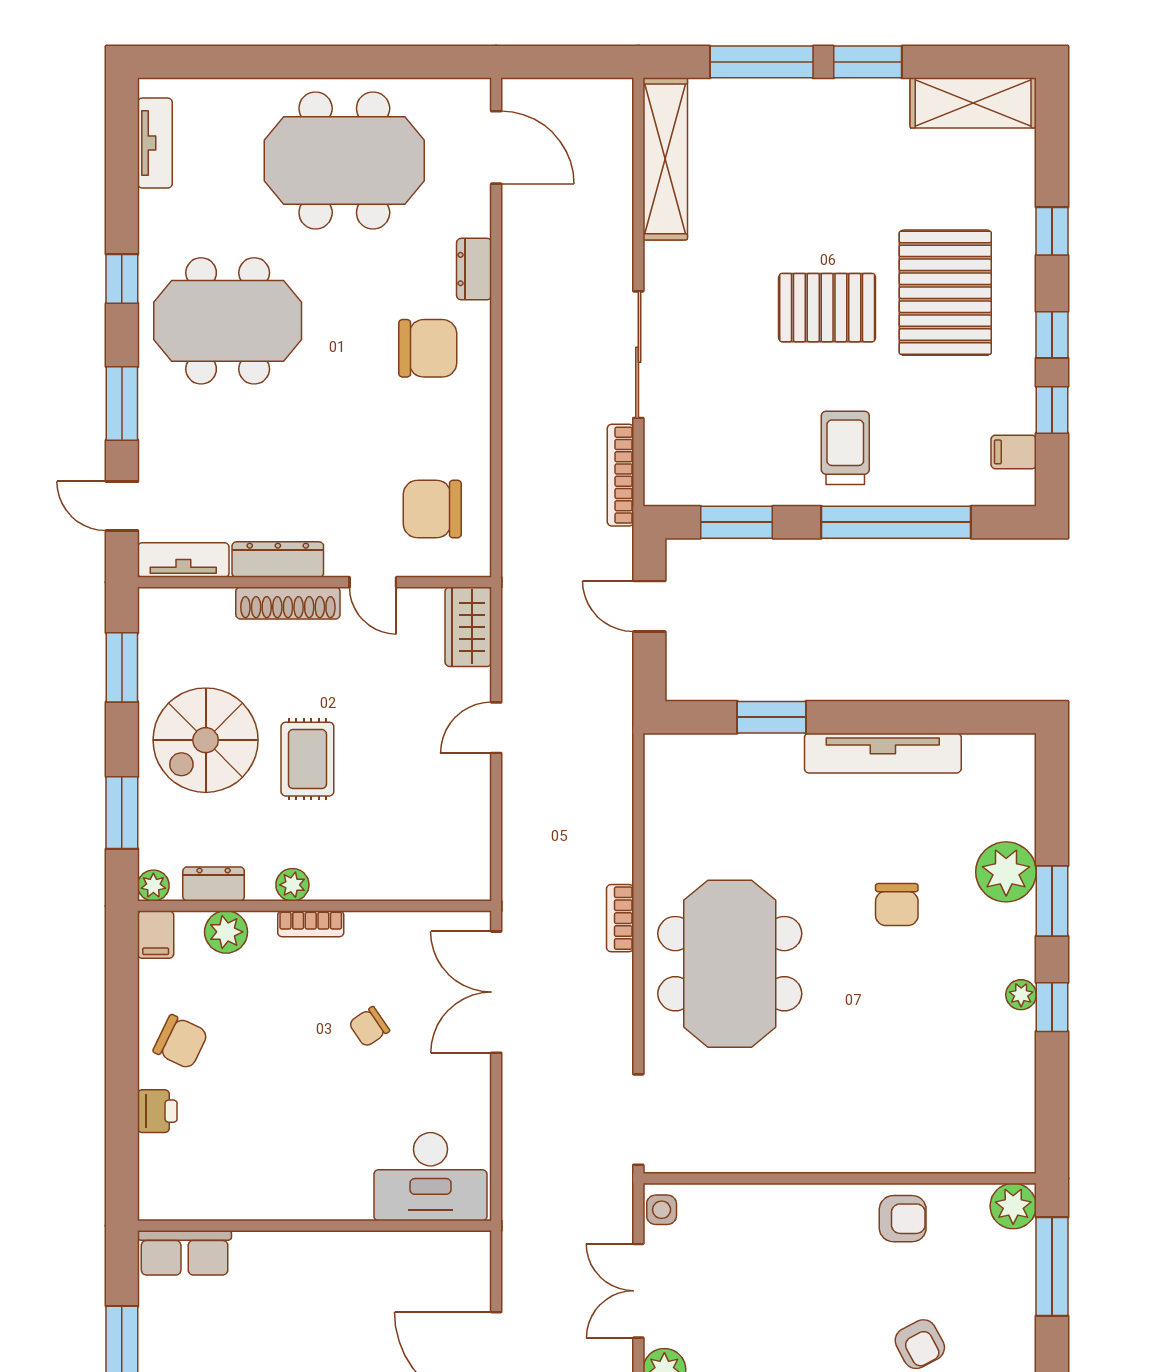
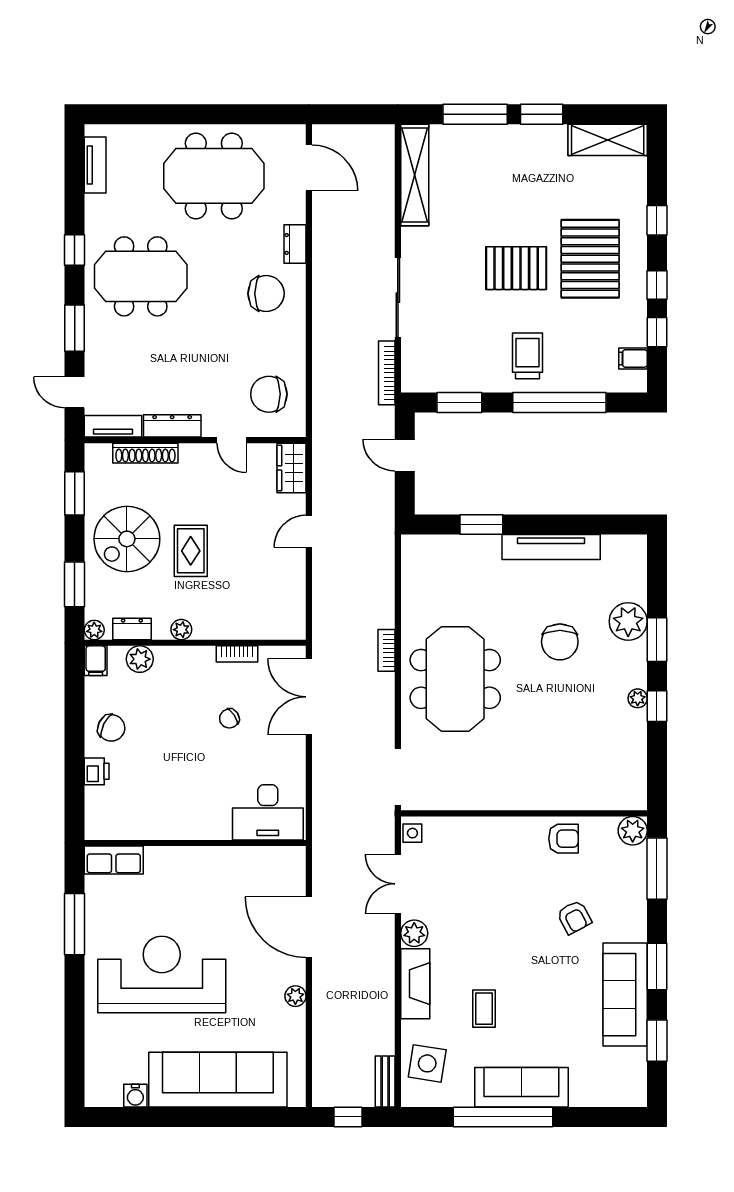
shoe rack: (288, 603) -> (145, 453), moved
chair: (897, 905) -> (560, 642), width x1.37, depth x1.37
bookcase: (311, 924) -> (237, 654), moved

